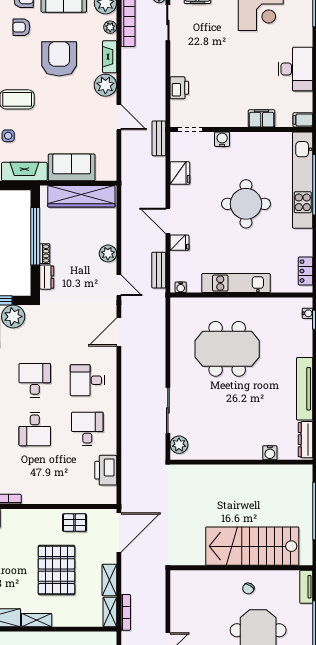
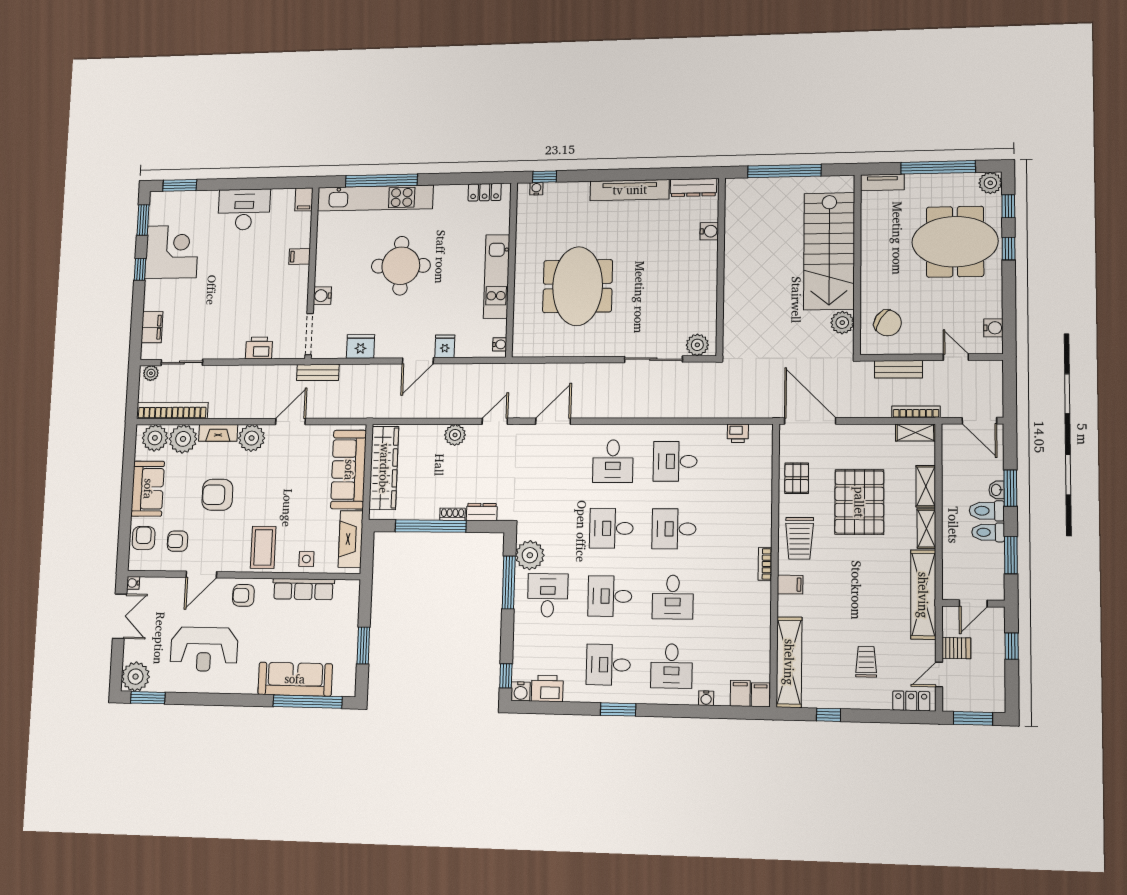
armchair: (21, 27) -> (178, 541), turned 90
plant: (110, 27) -> (183, 439), width x1.87, depth x1.87
armchair: (59, 59) -> (217, 495), width x0.73, depth x0.73
filing cabinet: (262, 118) -> (300, 257), width x0.50
doorway: (190, 130) -> (309, 334), width x1.38
sofa: (72, 167) -> (349, 470), width x1.36
bench: (159, 270) -> (898, 369), moved
door: (119, 332) -> (553, 421), swing flipped
desk: (35, 429) -> (674, 529), turned 180
printer: (106, 470) -> (738, 433), width x0.53, depth x0.68
trolley: (28, 525) -> (799, 538), added
plant: (196, 557) -> (842, 323), added
pallet: (56, 570) -> (859, 502), turned 90
shelving: (109, 580) -> (926, 486), moved, turned 90
chair: (248, 588) -> (888, 323), moved, width x1.87, depth x1.87

